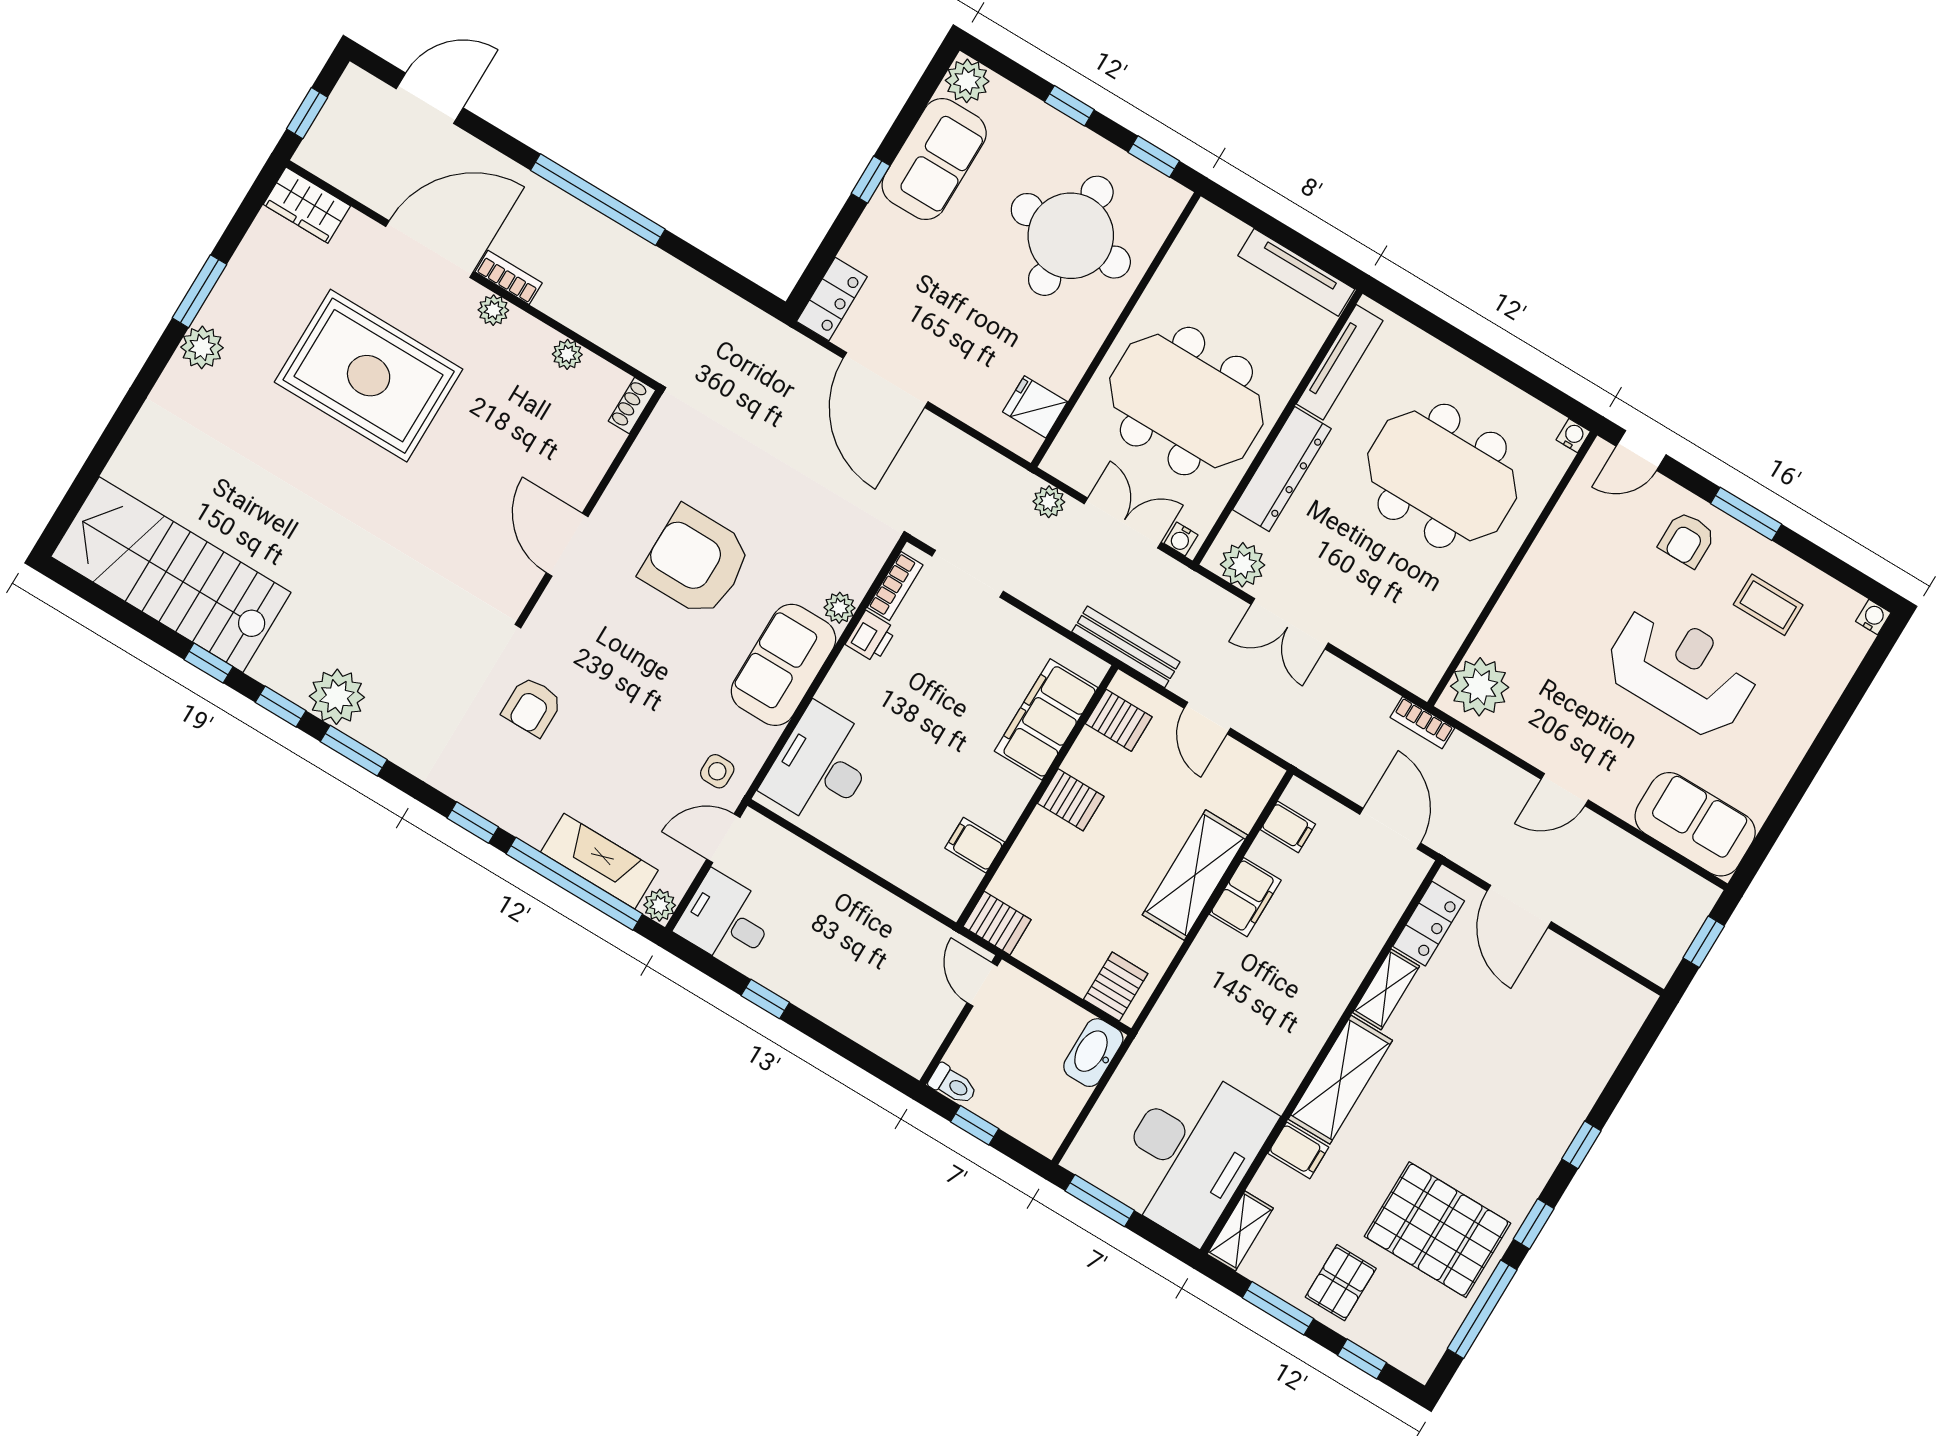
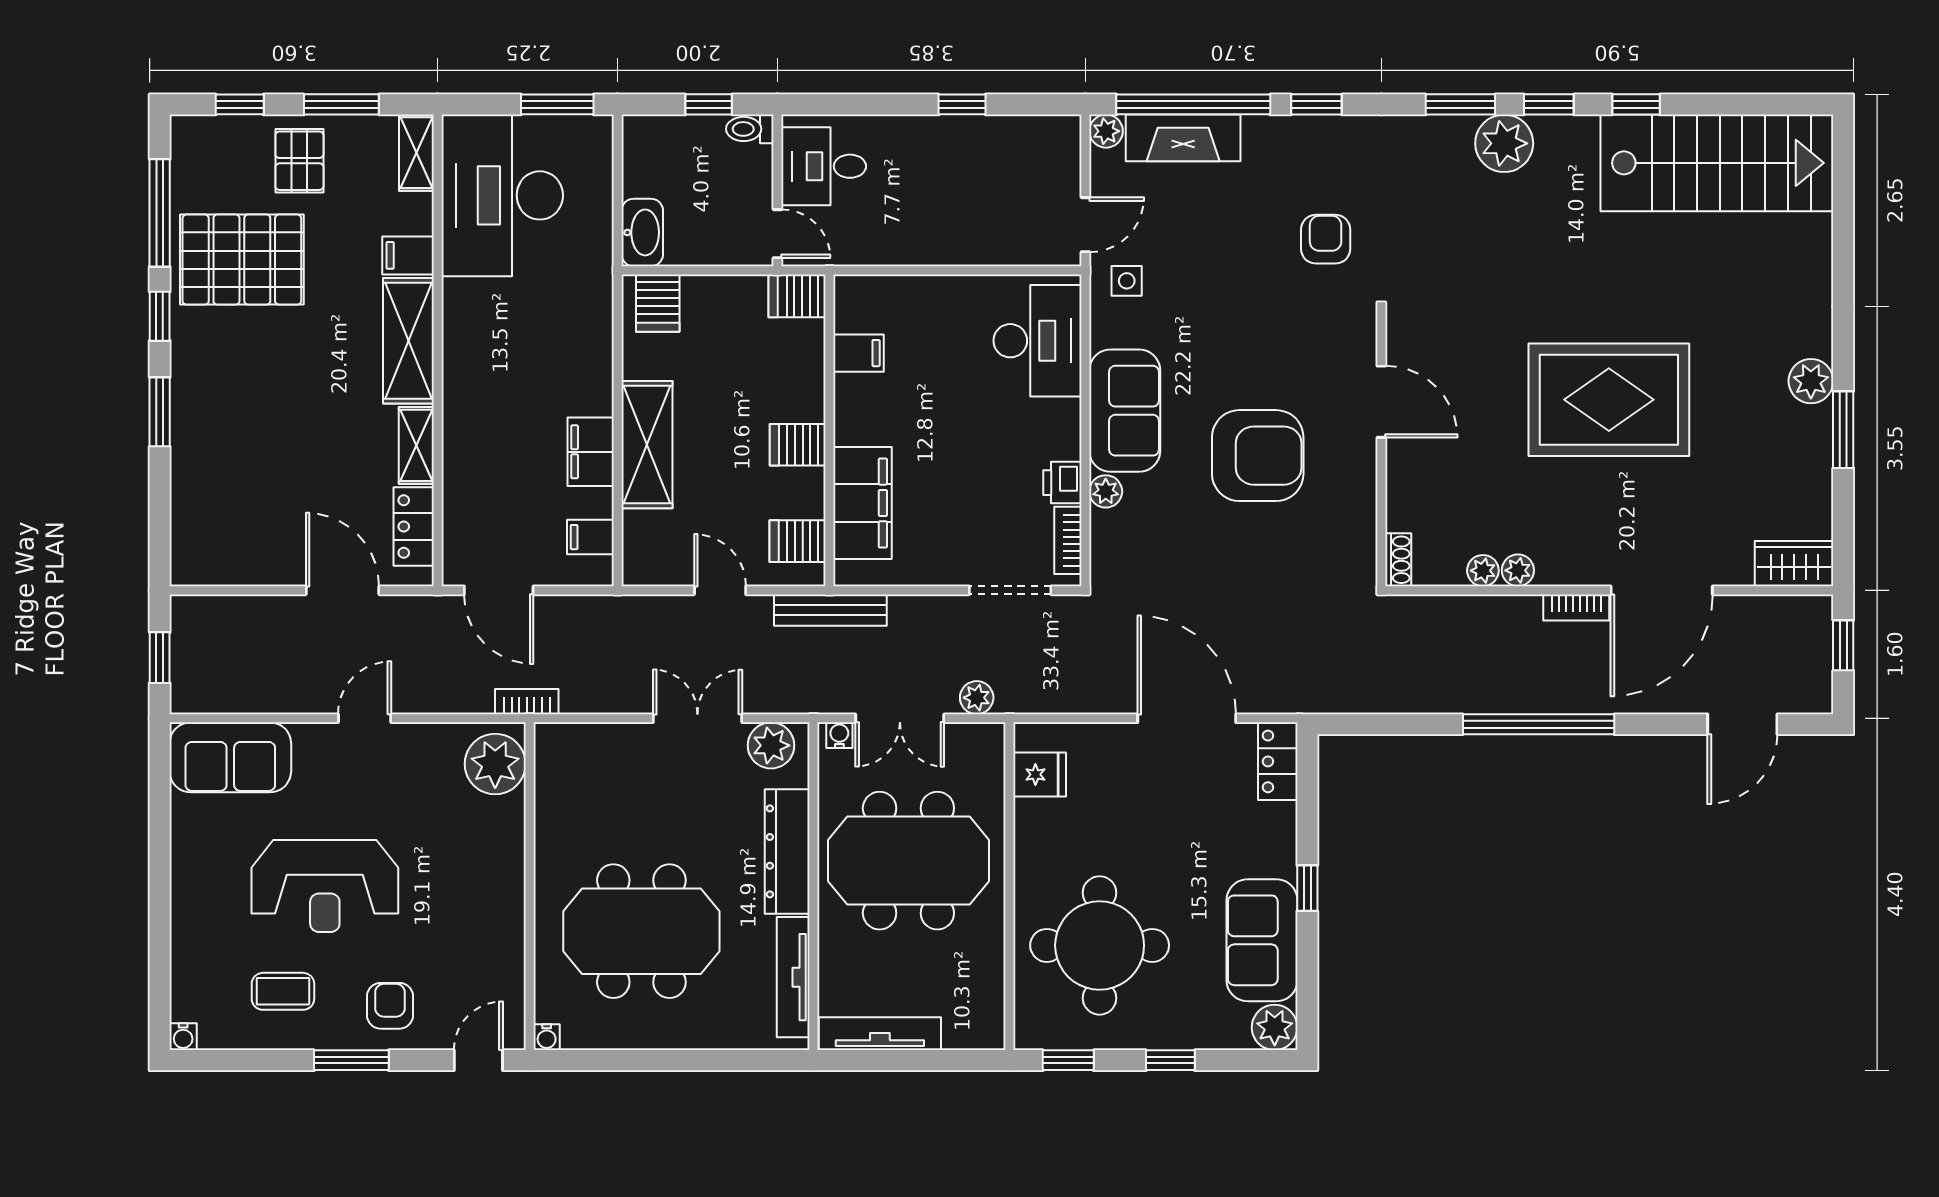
plant: (493, 310) -> (1518, 570), moved
rug: (369, 376) -> (1609, 400), moved
desk: (726, 920) -> (824, 166), moved, turned 180
window: (1581, 1145) -> (160, 412), width x1.50

